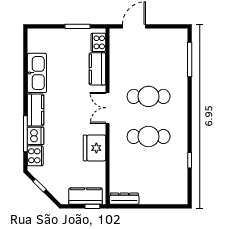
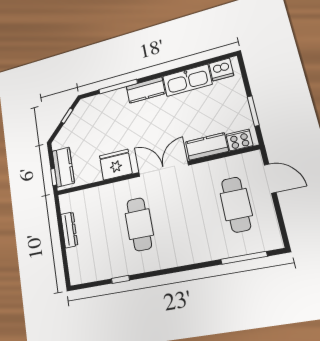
cafe table: (149, 96) -> (236, 205), moved
double door: (108, 108) -> (163, 169), width x1.37
dishwasher: (36, 136) -> (221, 70), moved
cooker: (35, 156) -> (97, 103), removed
dresser: (124, 199) -> (69, 230), moved

